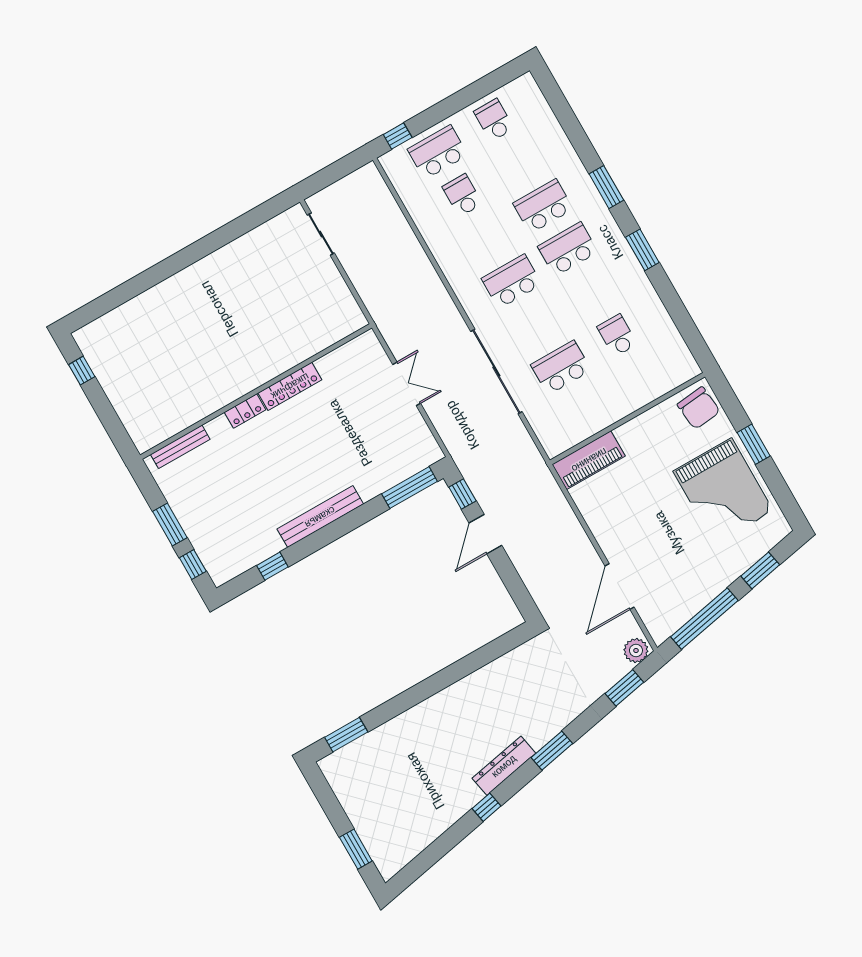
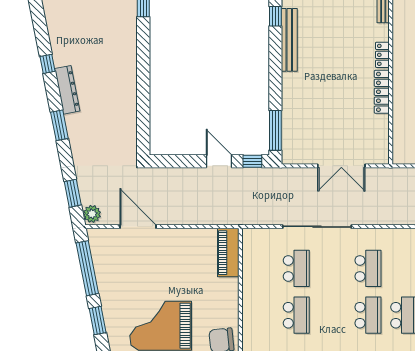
school desk: (617, 335) -> (296, 315), width x1.85
double door: (407, 384) -> (341, 166), width x1.37
bench: (320, 517) -> (289, 40), moved

